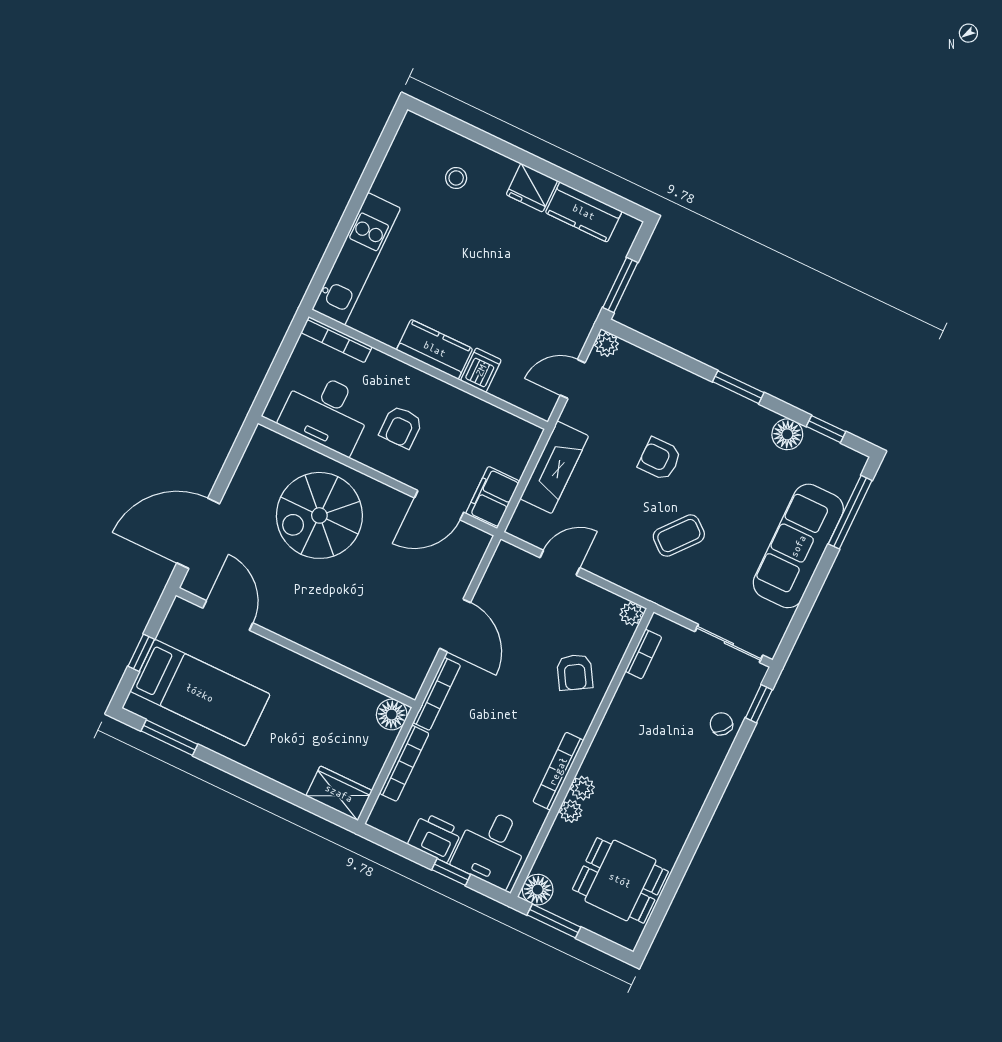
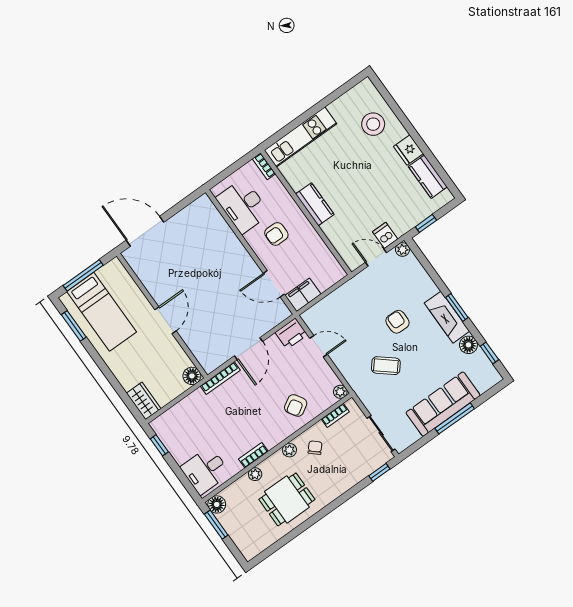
stool: (456, 178) -> (373, 124), width x1.89, depth x1.89
window: (620, 285) -> (426, 223), width x0.67
bookcase: (336, 340) -> (264, 166), width x0.64
dishwasher: (481, 370) -> (385, 235), moved, turned -90
fireplace: (554, 467) -> (447, 317), moved, turned 90
window: (850, 512) -> (455, 418), moved
spiral stairs: (319, 515) -> (211, 256), removed
door: (228, 615) -> (165, 320), moved
window: (141, 653) -> (83, 275), width x2.17
chair: (721, 724) -> (315, 448), moved
bookcase: (404, 763) -> (185, 404), removed
bookcase: (558, 771) -> (253, 455), width x0.64
plant: (583, 788) -> (289, 450), moved
printer: (435, 837) -> (291, 334), moved, turned 90
window: (451, 872) -> (159, 445), moved
dining table: (620, 880) -> (287, 499), moved, turned 90

